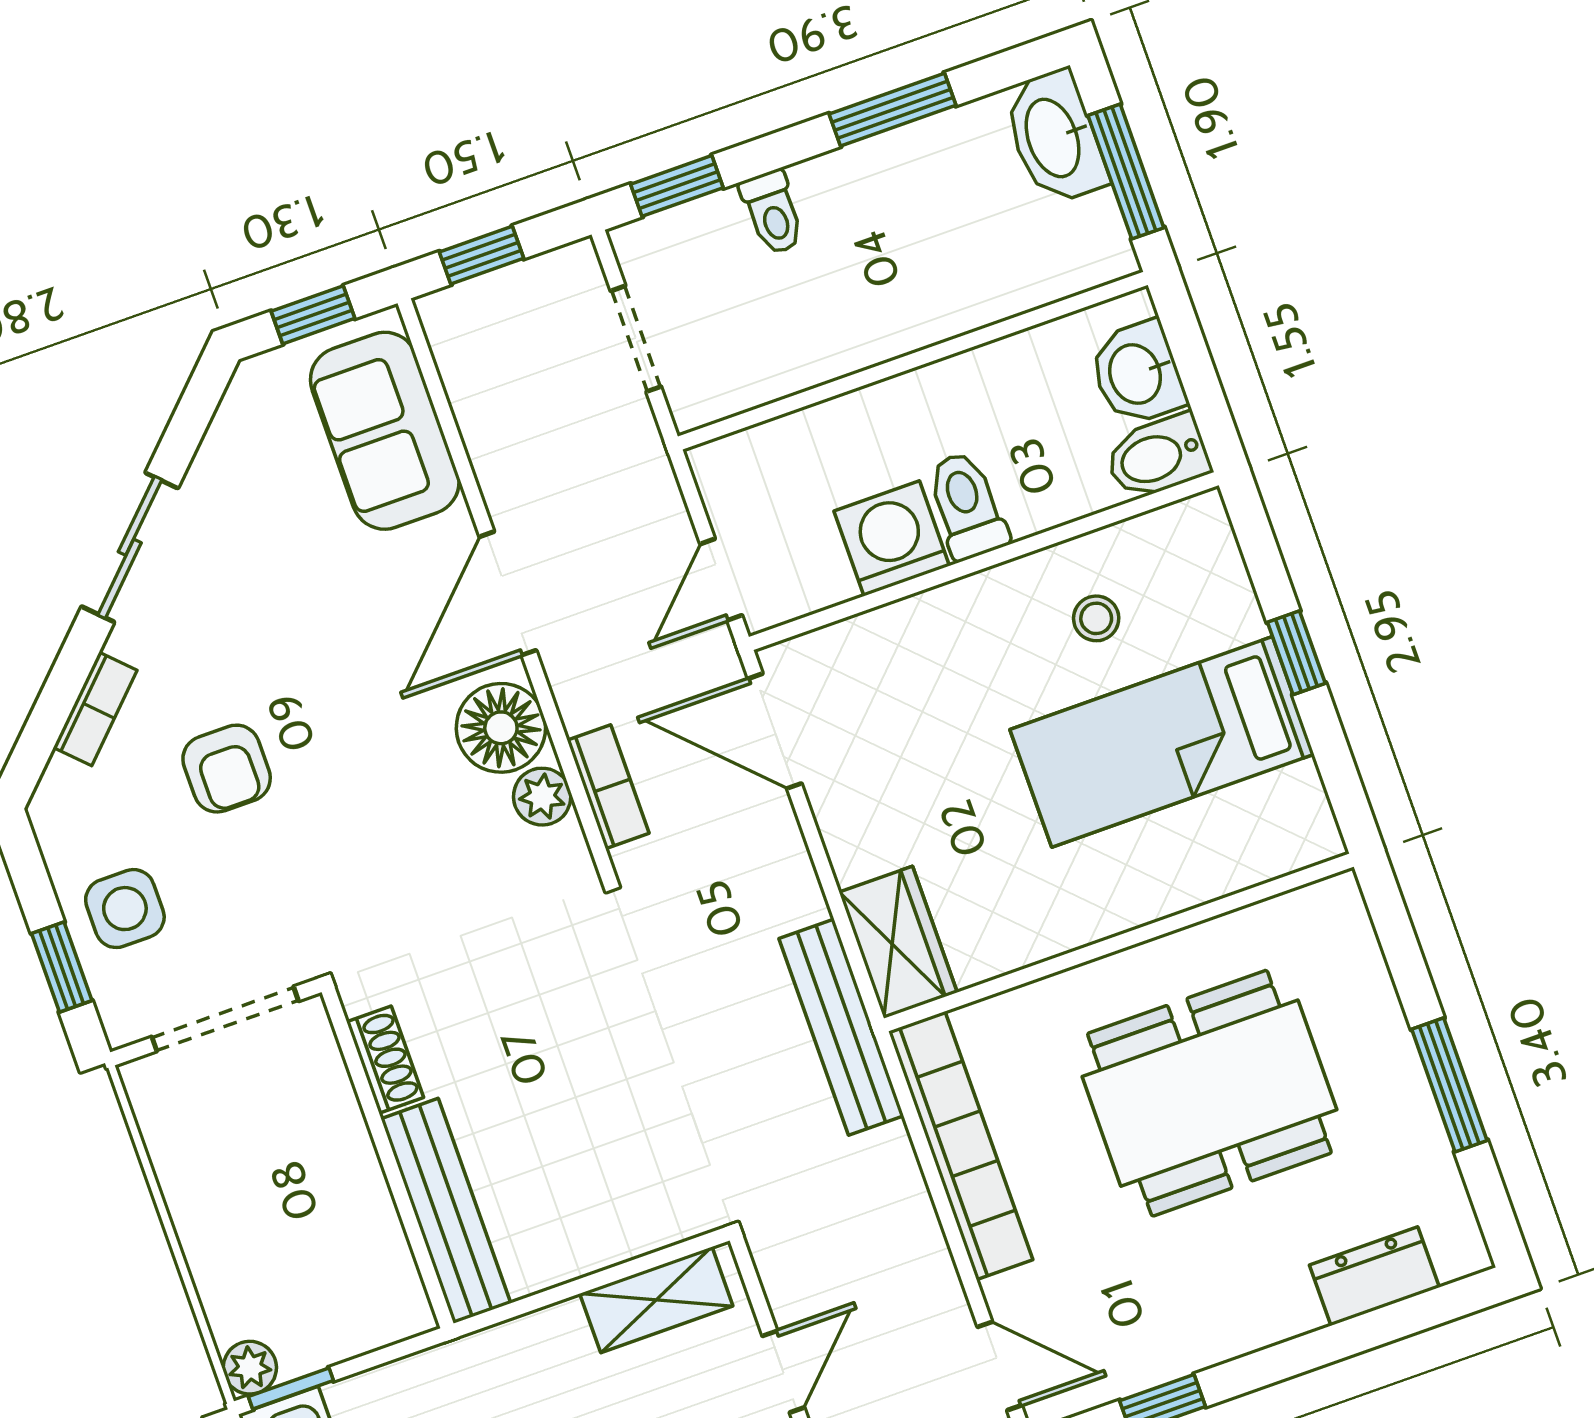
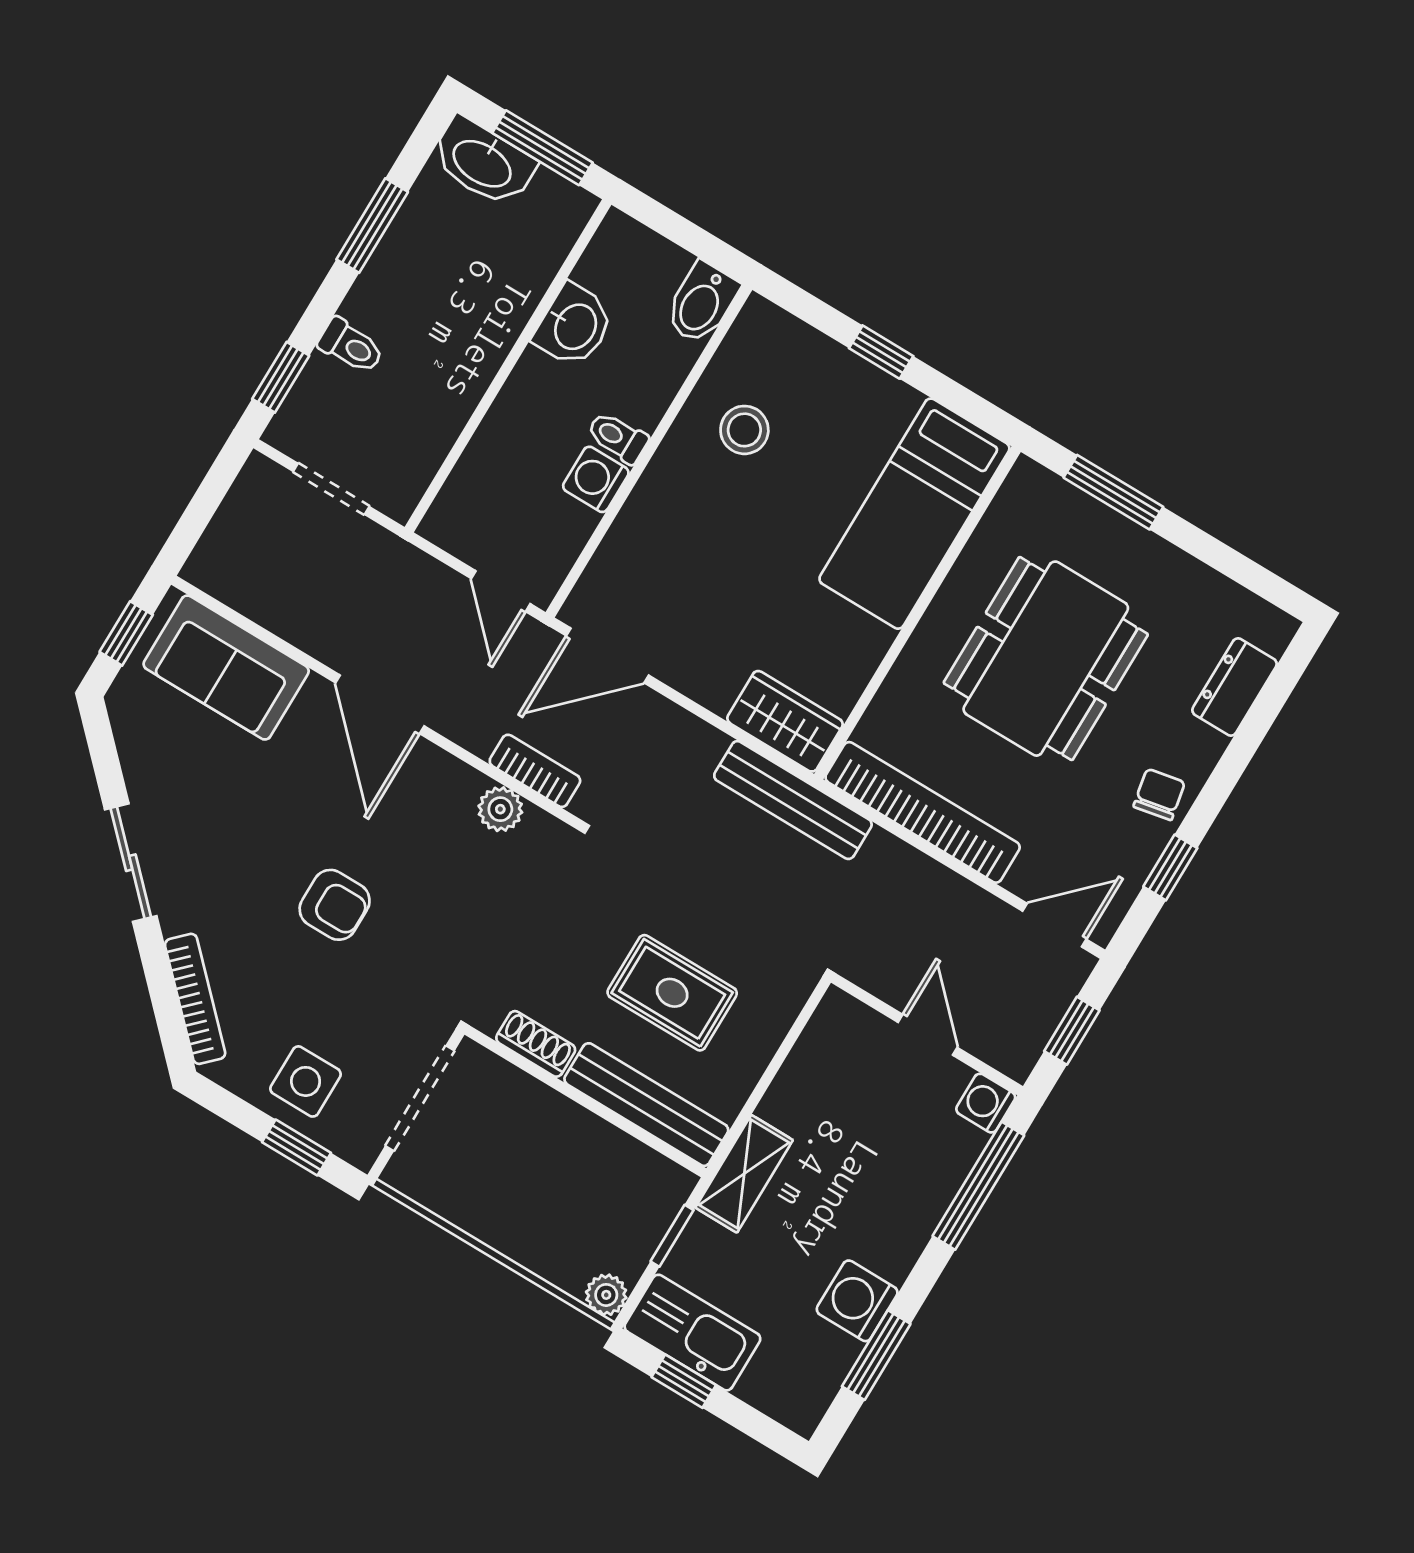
window: (482, 255) -> (198, 515), removed
washbasin: (1137, 373) -> (574, 326), moved, turned -90
toilet: (967, 506) -> (618, 437), width x0.73, depth x0.72
washing machine: (892, 538) -> (596, 479), width x0.73, depth x0.73
stool: (1096, 618) -> (744, 430), width x1.37, depth x1.37
bookcase: (95, 709) -> (195, 999), width x1.56
floor lamp: (501, 728) -> (442, 788), removed
bed: (1162, 742) -> (914, 514), moved
armchair: (227, 769) -> (335, 905), moved
window: (1449, 1085) -> (1113, 492), moved
rug: (563, 1120) -> (672, 993), added
shelving: (656, 1300) -> (744, 1174), moved
chair: (1211, 1322) -> (1159, 794), added
window: (291, 1388) -> (672, 1236), moved

